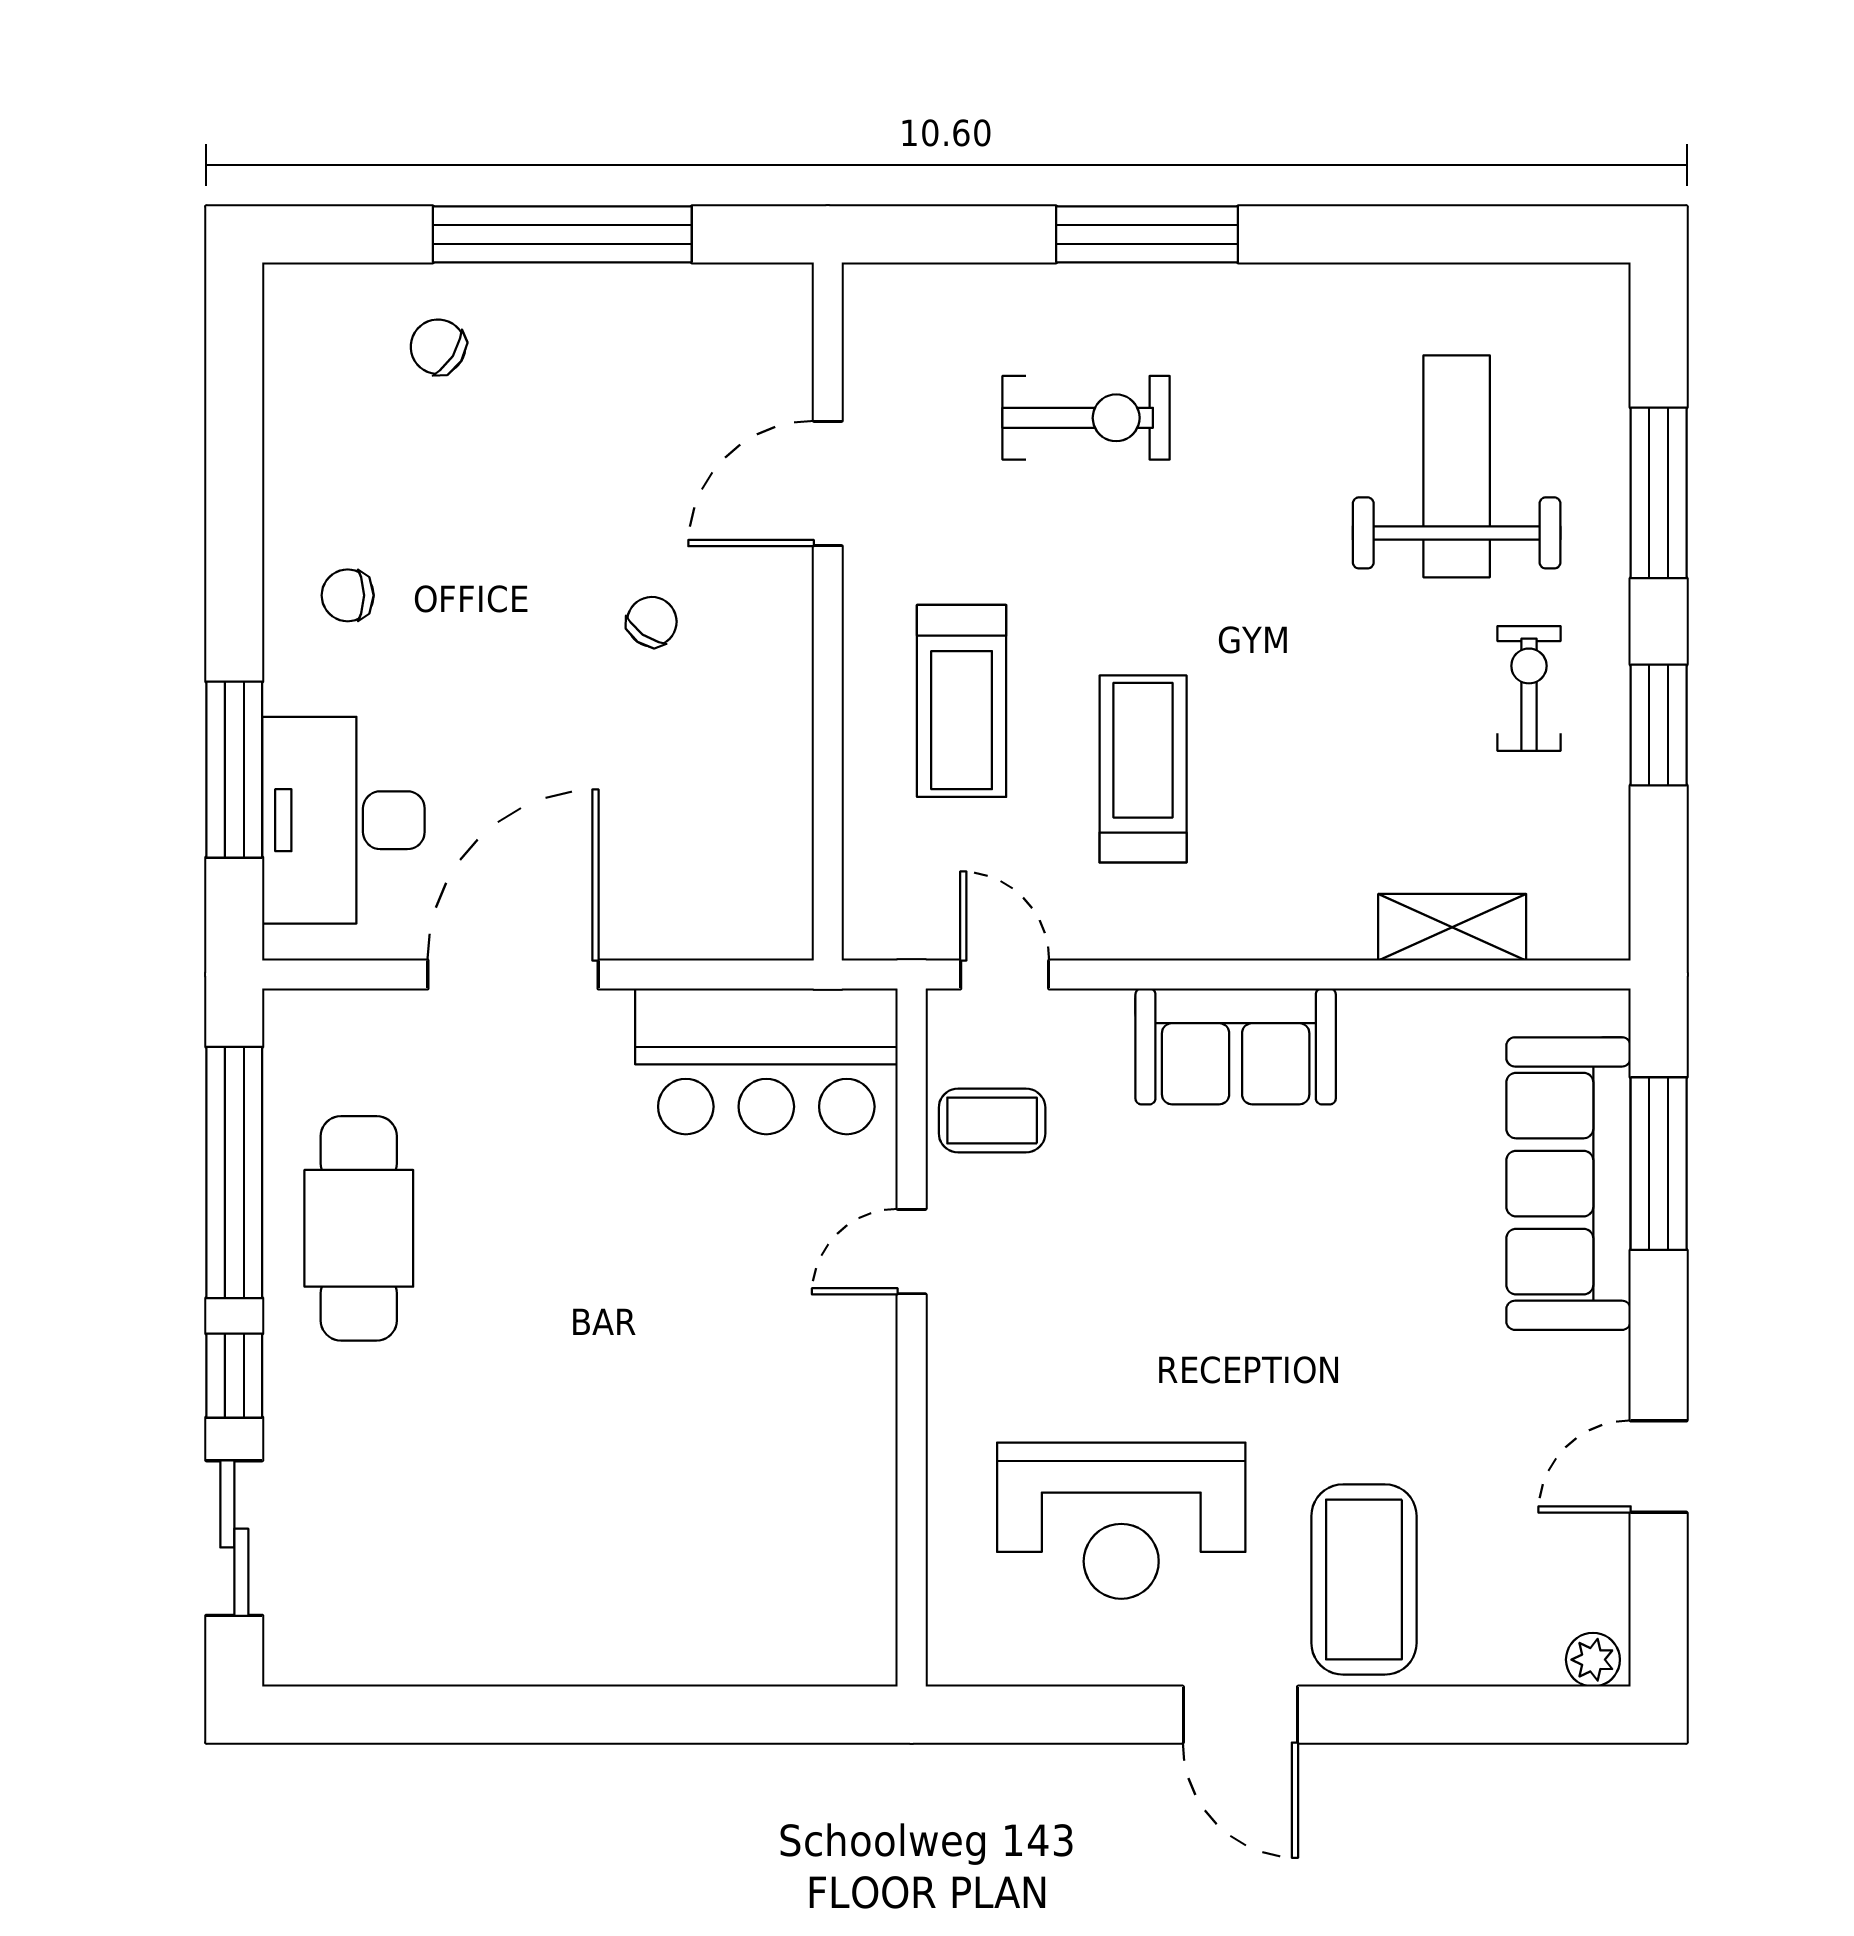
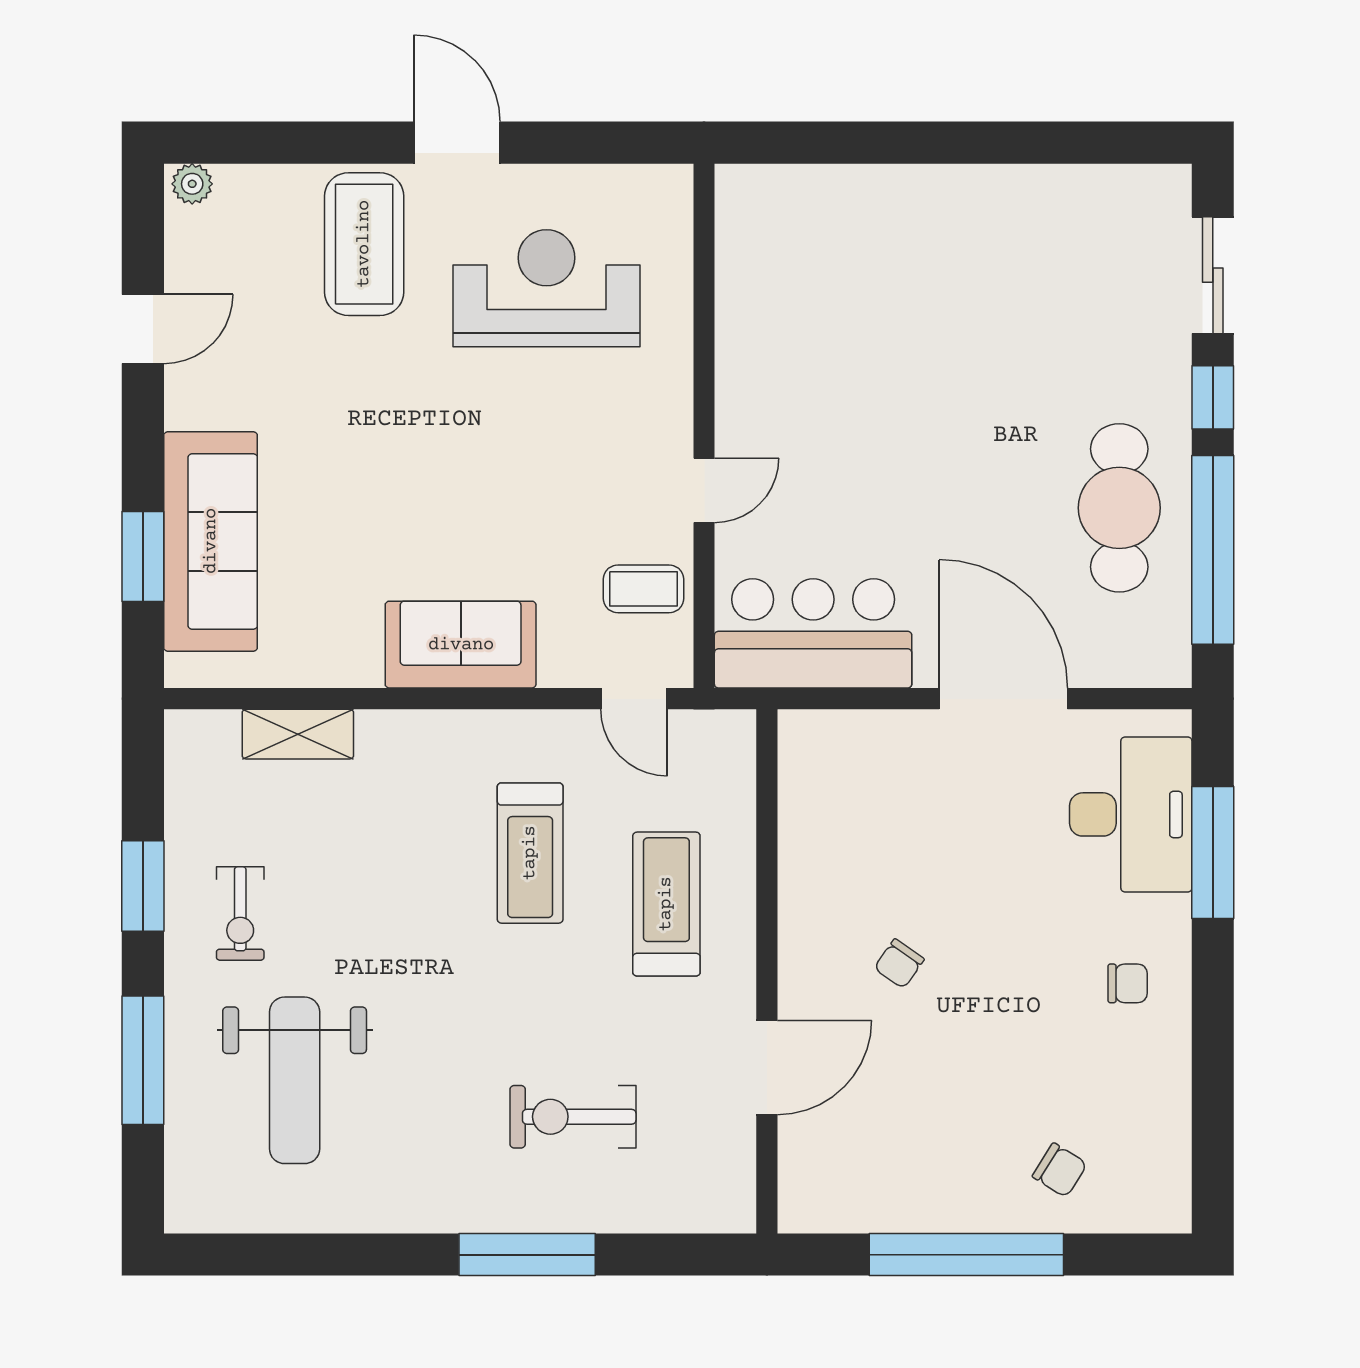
door: (513, 975) -> (1003, 699), swing flipped
window: (1659, 1164) -> (143, 556), width x0.69

